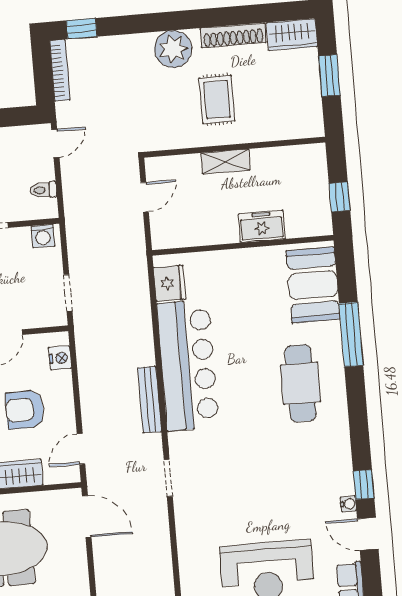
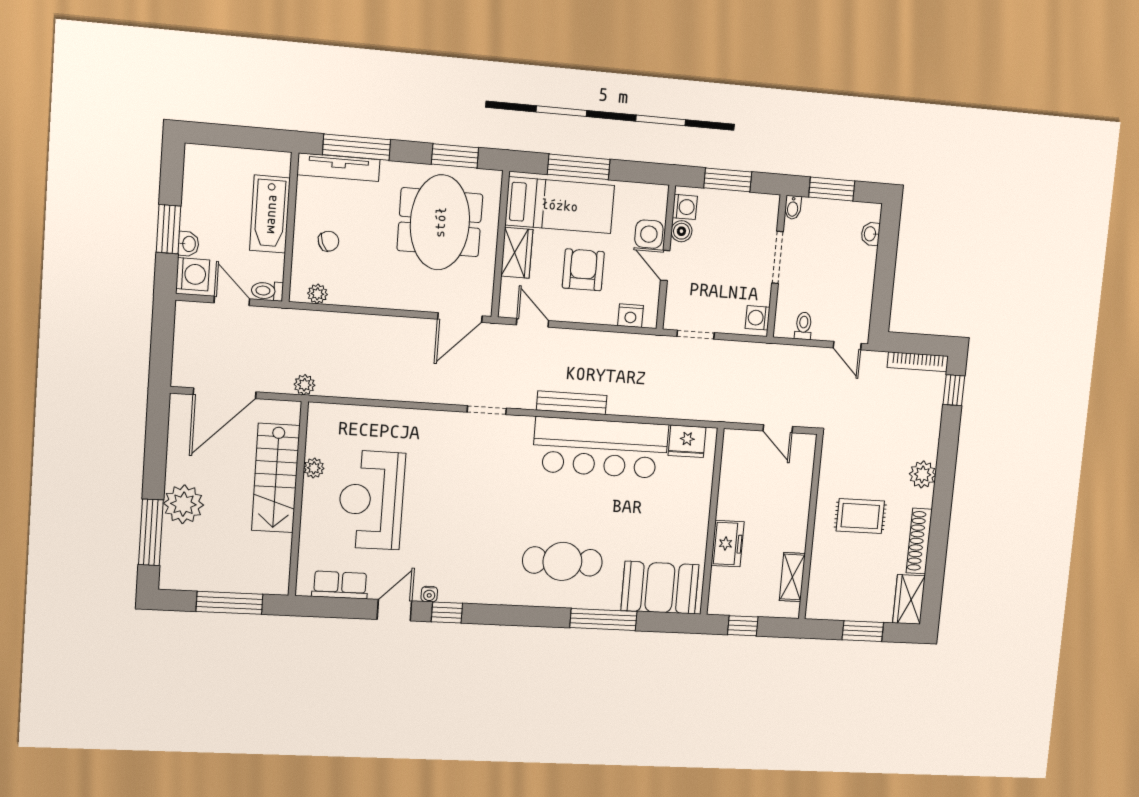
plant: (173, 49) -> (923, 474), width x0.73, depth x0.73
shelving: (226, 161) -> (792, 577), moved

